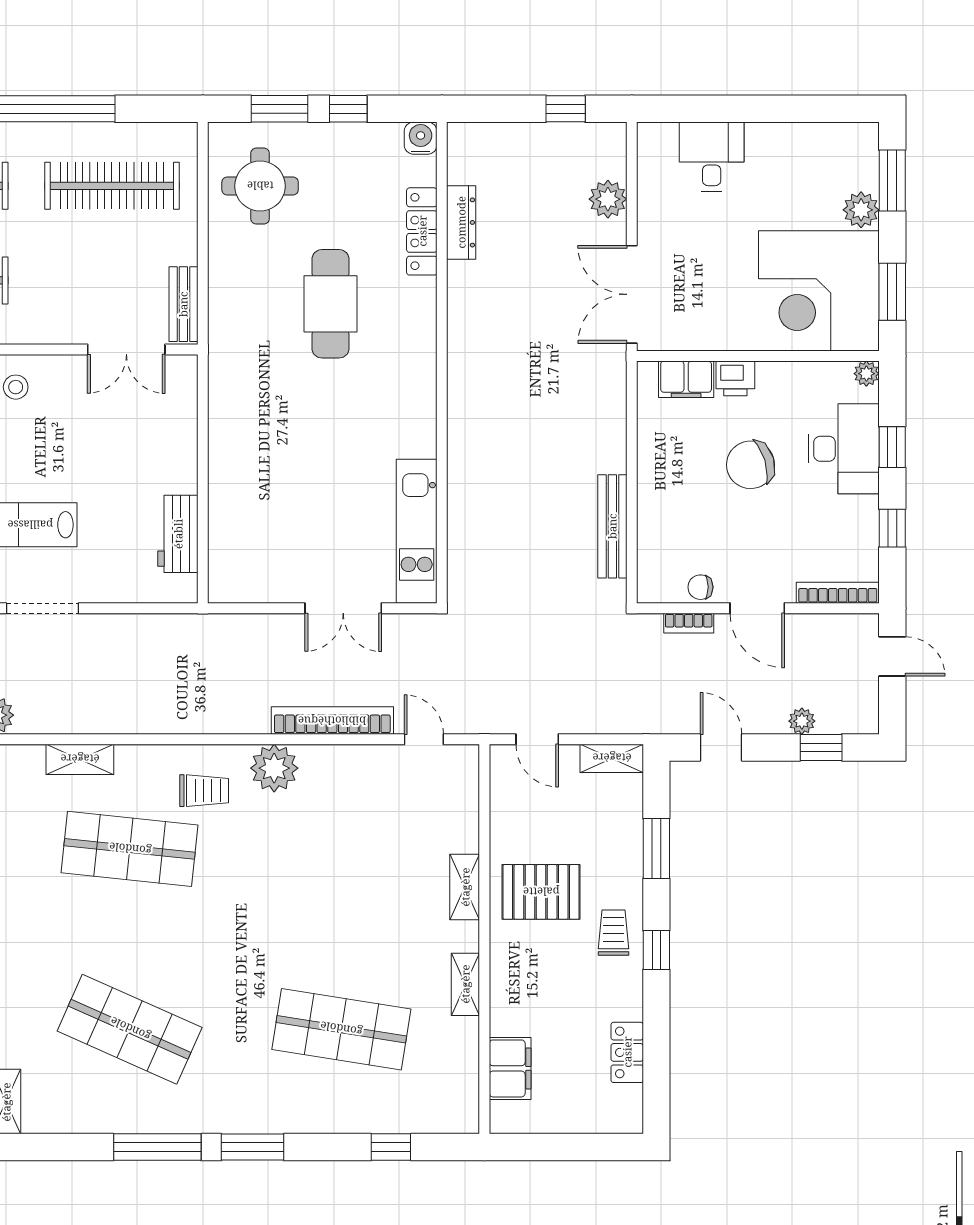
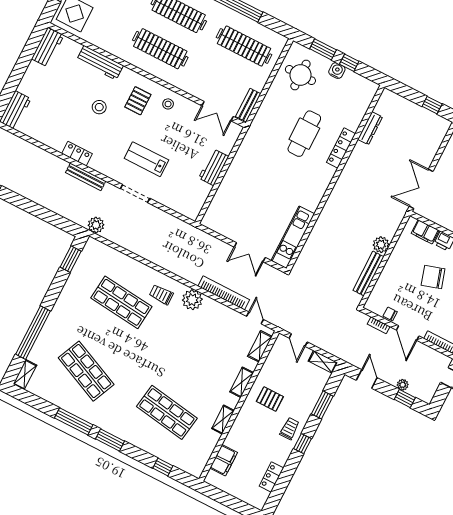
water cooler: (421, 138) -> (337, 71), moved
plant: (608, 199) -> (381, 245), moved
locker: (422, 231) -> (341, 148), moved
workbench: (178, 534) -> (214, 167), moved
shelving: (80, 759) -> (260, 346), moved, turned 90
trolley: (204, 791) -> (161, 295), turned 180
pallet: (541, 892) -> (270, 399), width x0.67, depth x0.71

